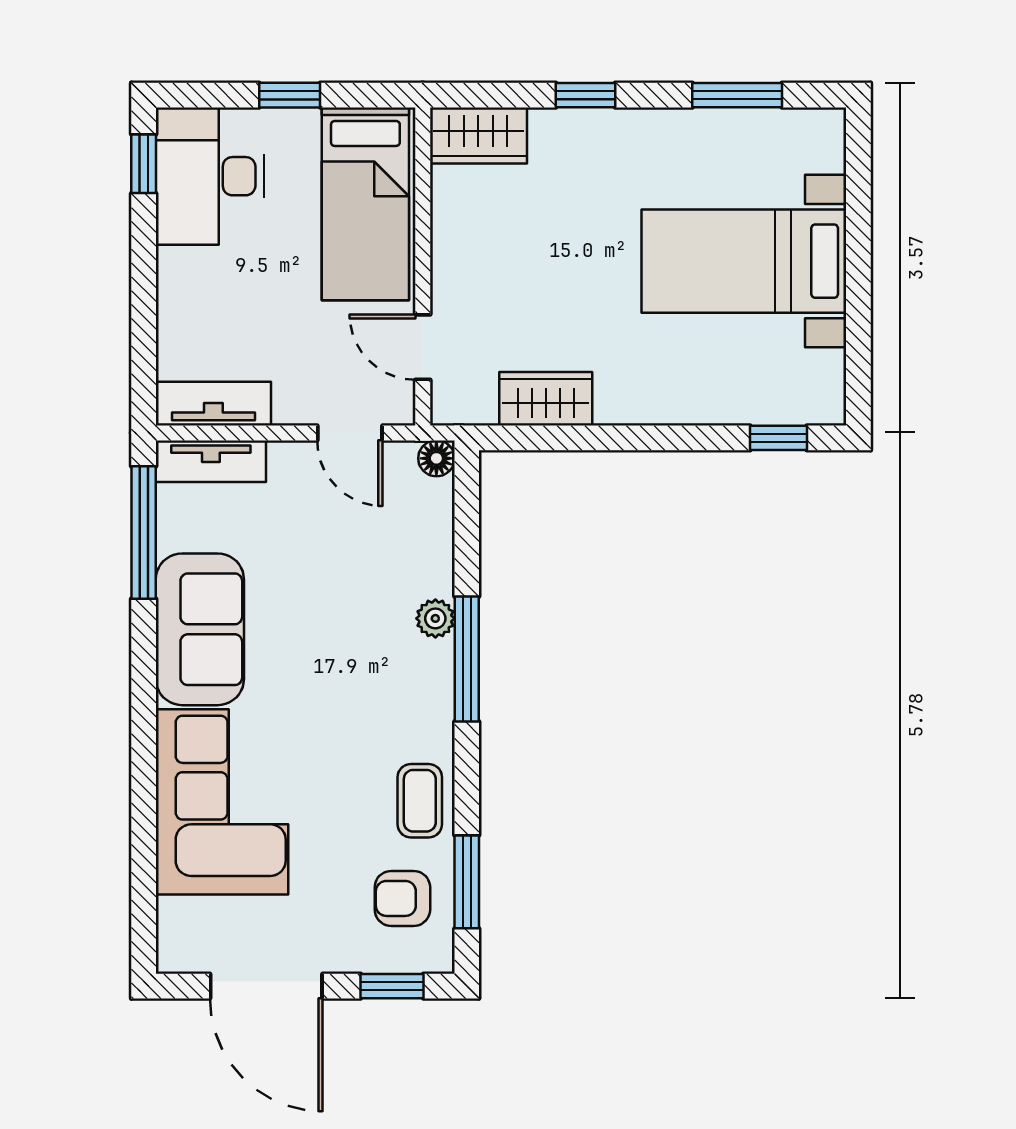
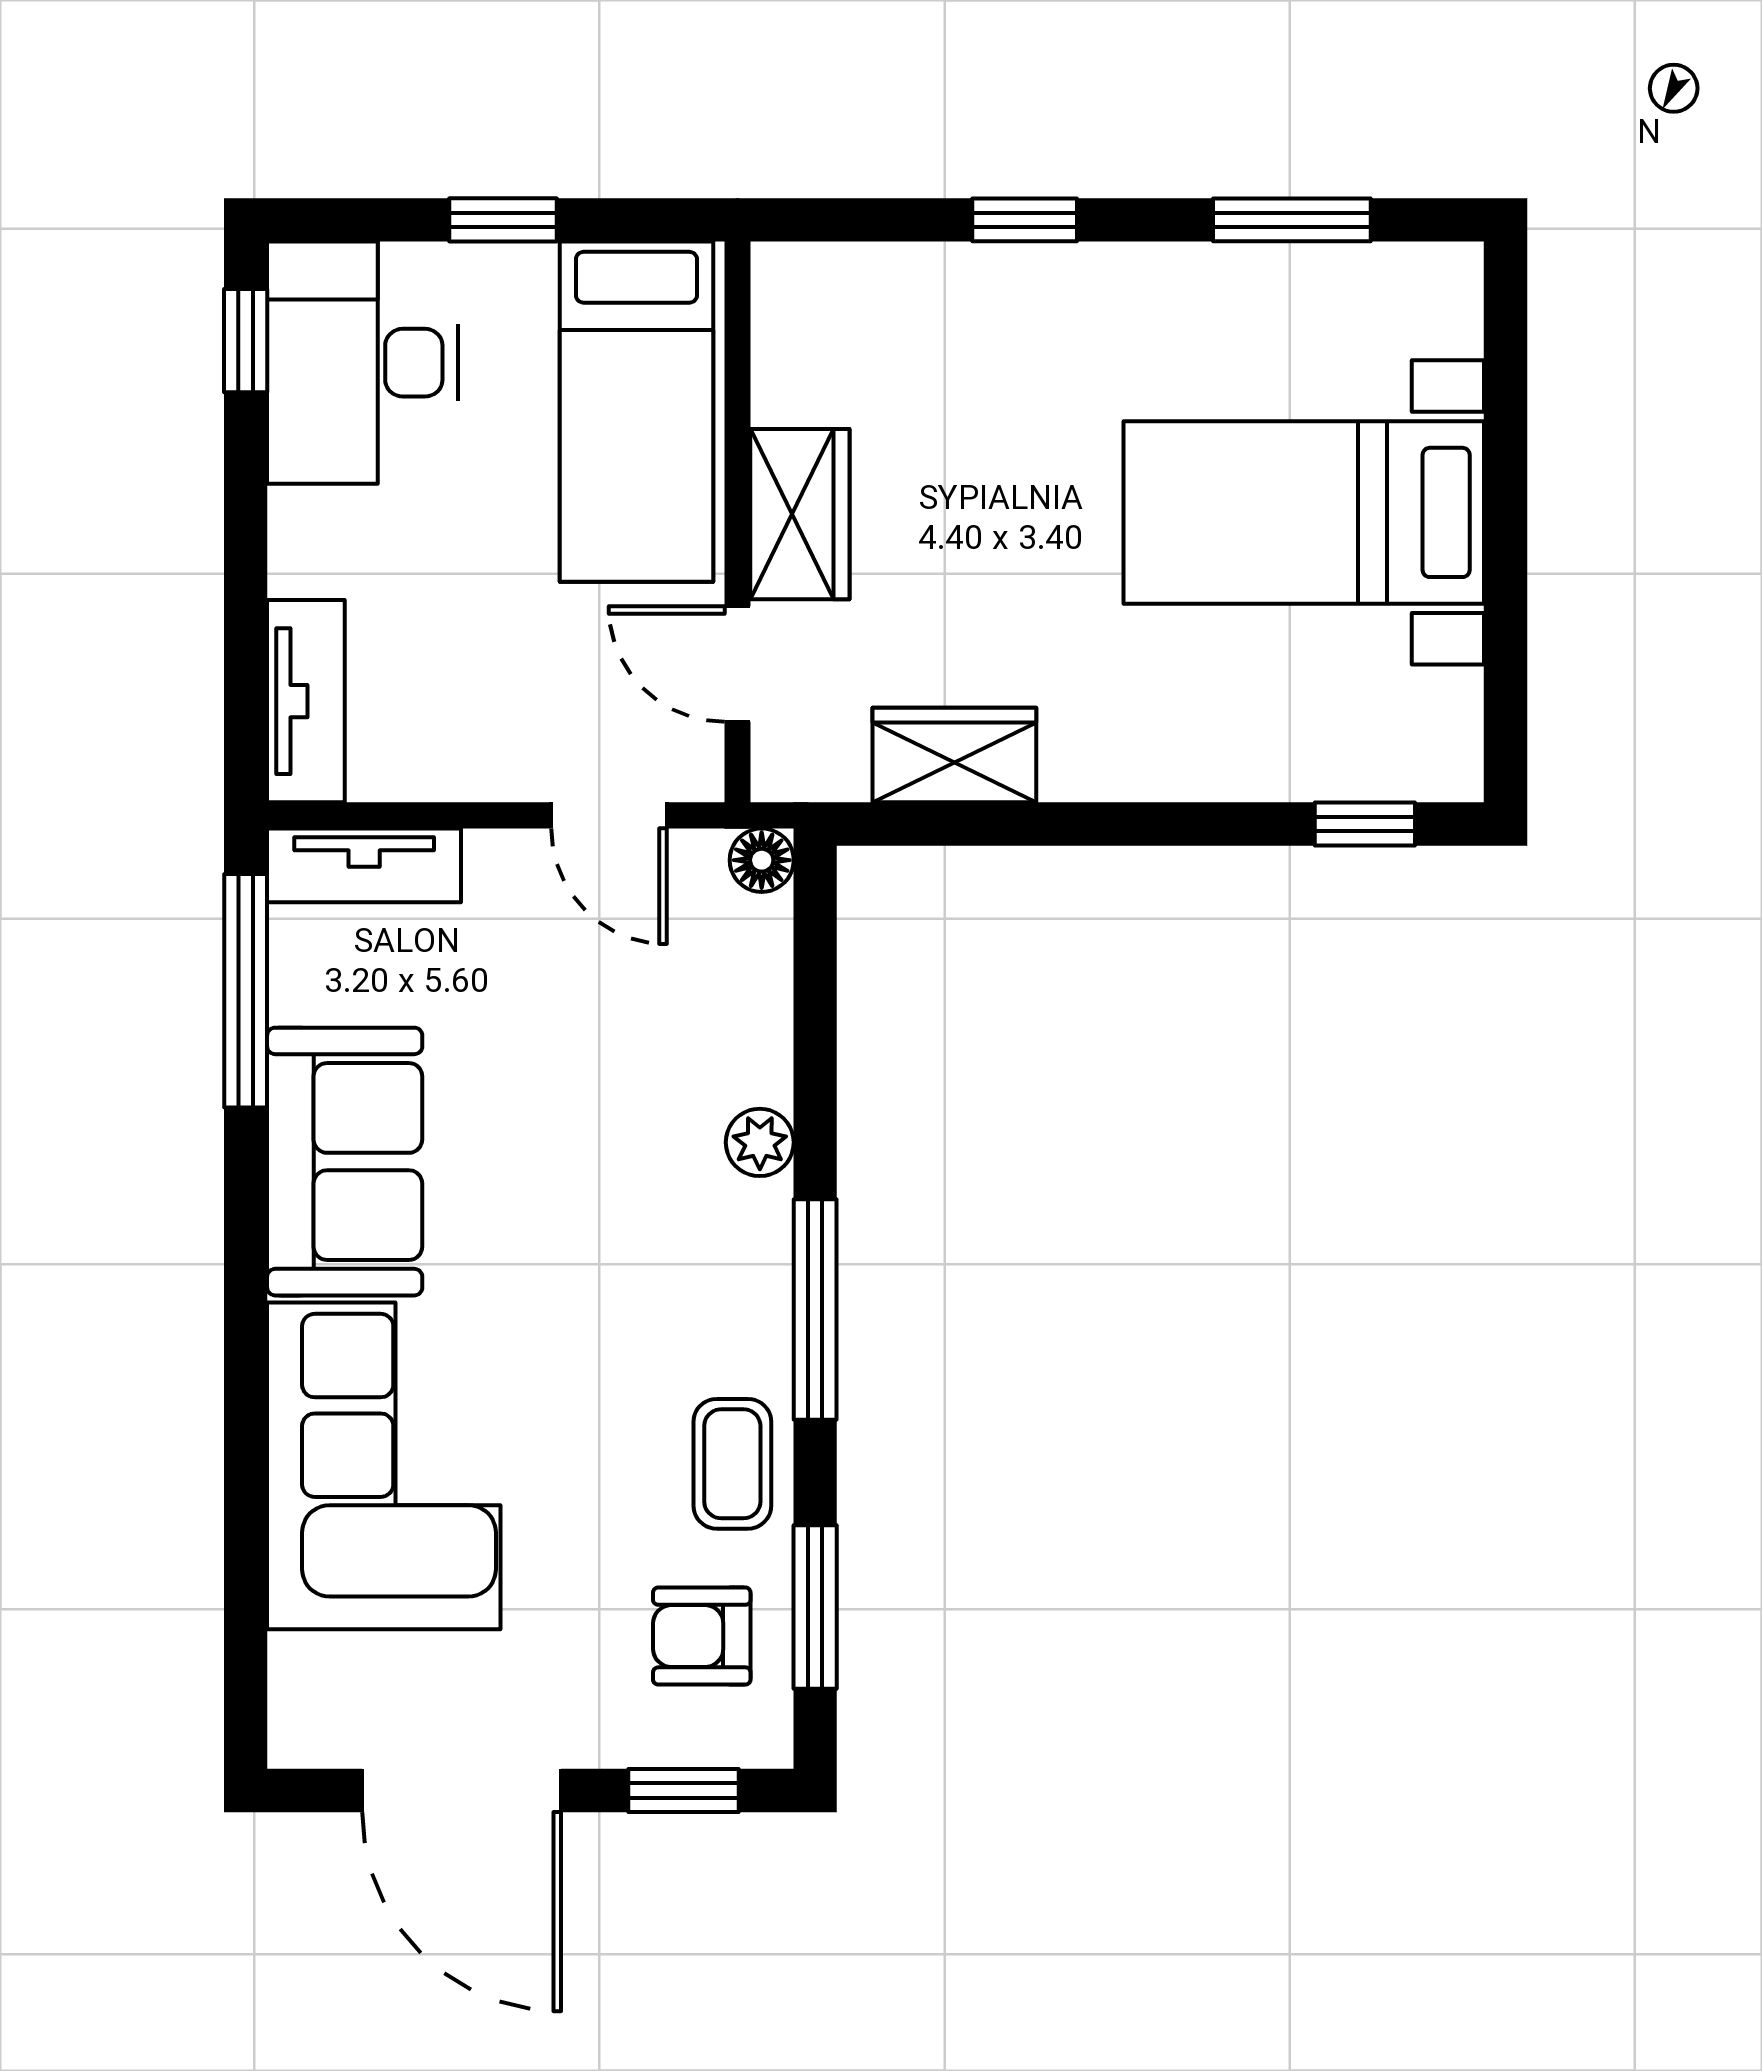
wardrobe: (478, 135) -> (800, 514), moved, turned -90
tv unit: (213, 404) -> (306, 701), moved, turned 90
window: (467, 659) -> (815, 1309), moved

